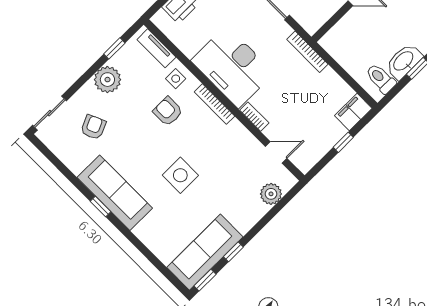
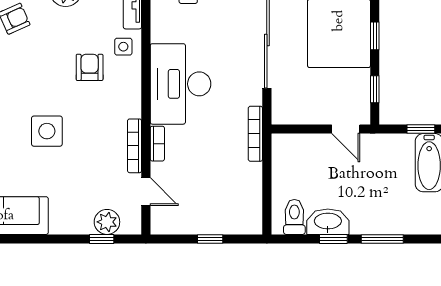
bookcase: (214, 104) -> (135, 146), moved
filing cabinet: (353, 112) -> (244, 222), removed
window: (233, 252) -> (102, 239), moved

